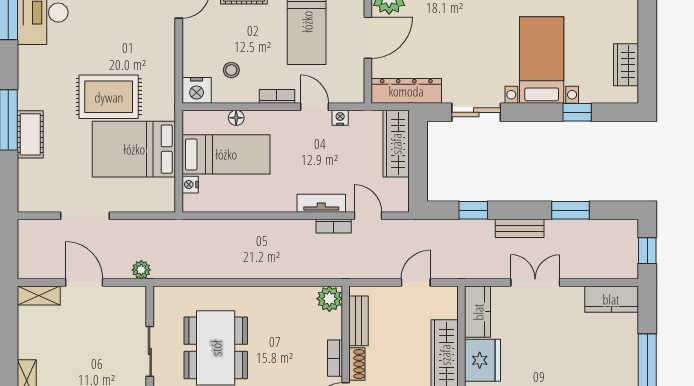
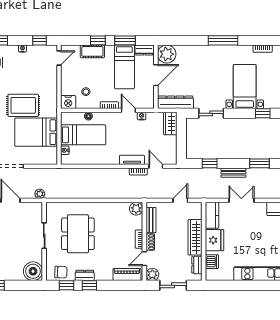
wardrobe: (396, 144) -> (170, 124), width x0.67

